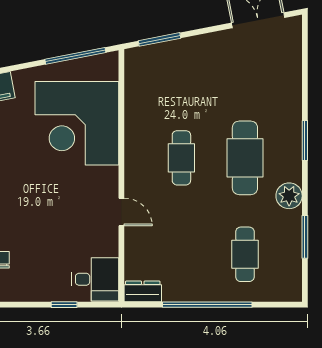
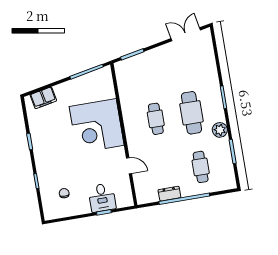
corner desk: (77, 123) -> (97, 126), moved
door: (121, 212) -> (129, 166), moved
desk: (95, 279) -> (102, 198), moved, turned 90
dresser: (143, 291) -> (169, 194), moved

